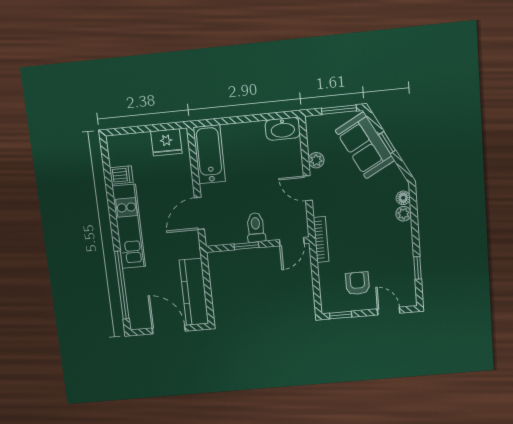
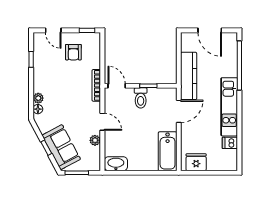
door: (292, 242) -> (117, 86), hinge flipped
kitchen counter: (194, 292) -> (189, 76), moved

